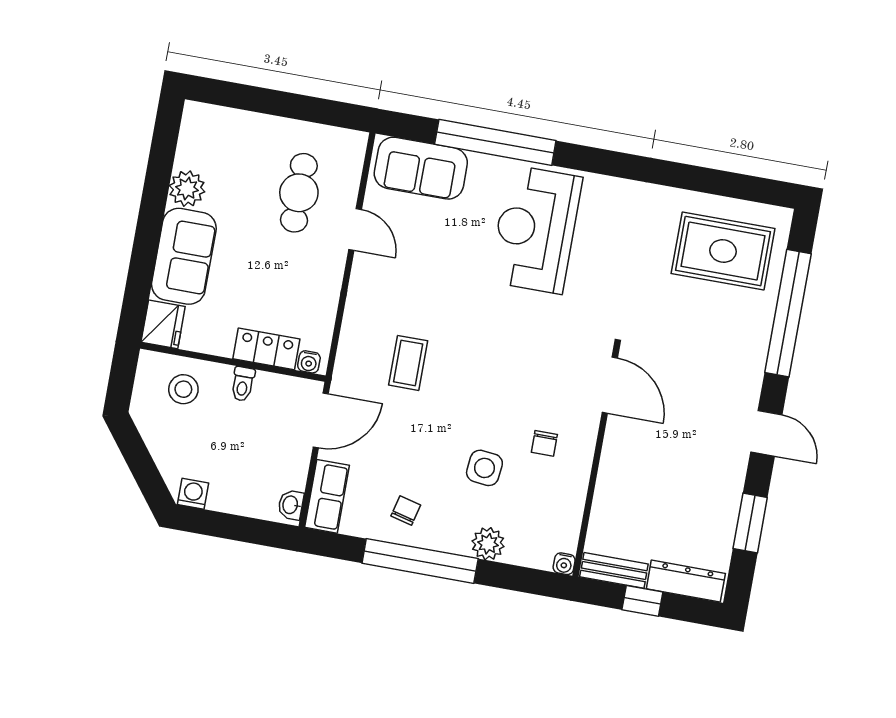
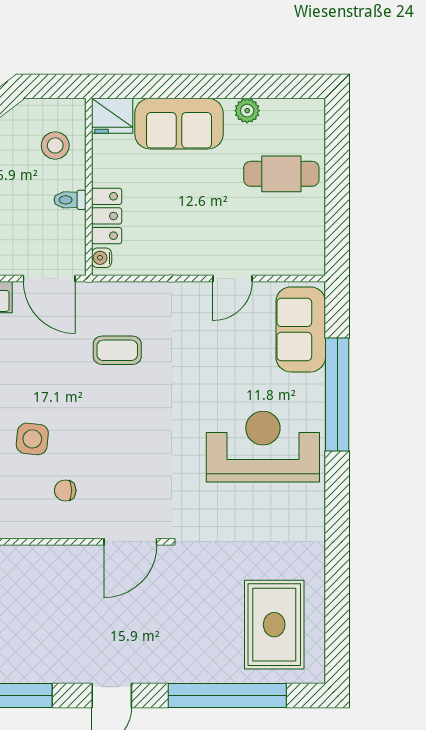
plant: (187, 189) -> (247, 111), width x0.73, depth x0.73
cafe table: (299, 193) -> (281, 174), moved

